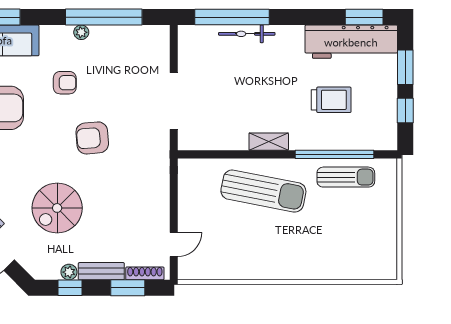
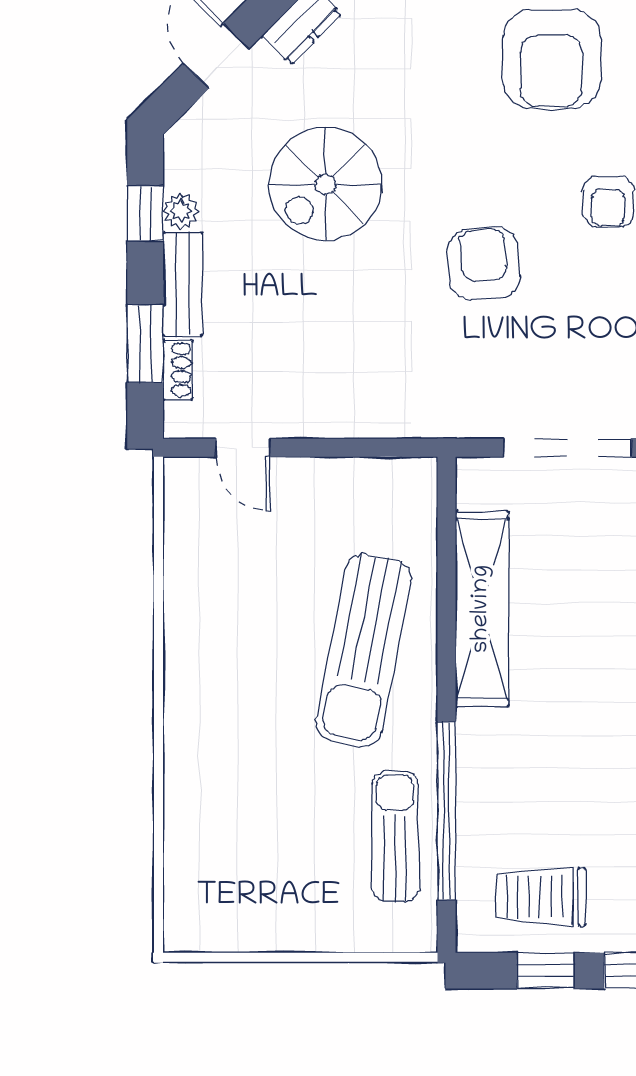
trolley: (331, 100) -> (541, 897), moved, turned 90
shelving: (269, 142) -> (482, 609), width x2.20, depth x1.33
sun lounger: (346, 177) -> (395, 836), turned 180
spiral stairs: (57, 208) -> (325, 184), turned -90
shoe rack: (145, 273) -> (178, 370), width x0.70

